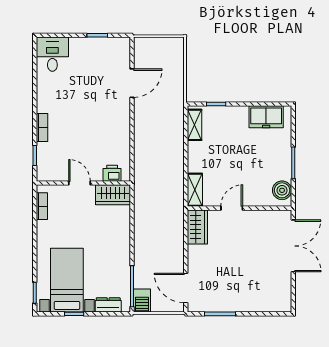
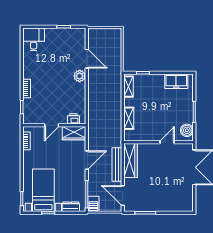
door: (132, 83) -> (87, 59), hinge flipped
plant: (121, 109) -> (80, 76), added
door: (79, 183) -> (52, 125), swing flipped
shelving: (195, 190) -> (129, 118), moved
door: (232, 208) -> (167, 142), moved
wardrobe: (197, 227) -> (130, 160), width x1.50
door: (132, 235) -> (87, 160), added
bench: (177, 242) -> (117, 165), added

